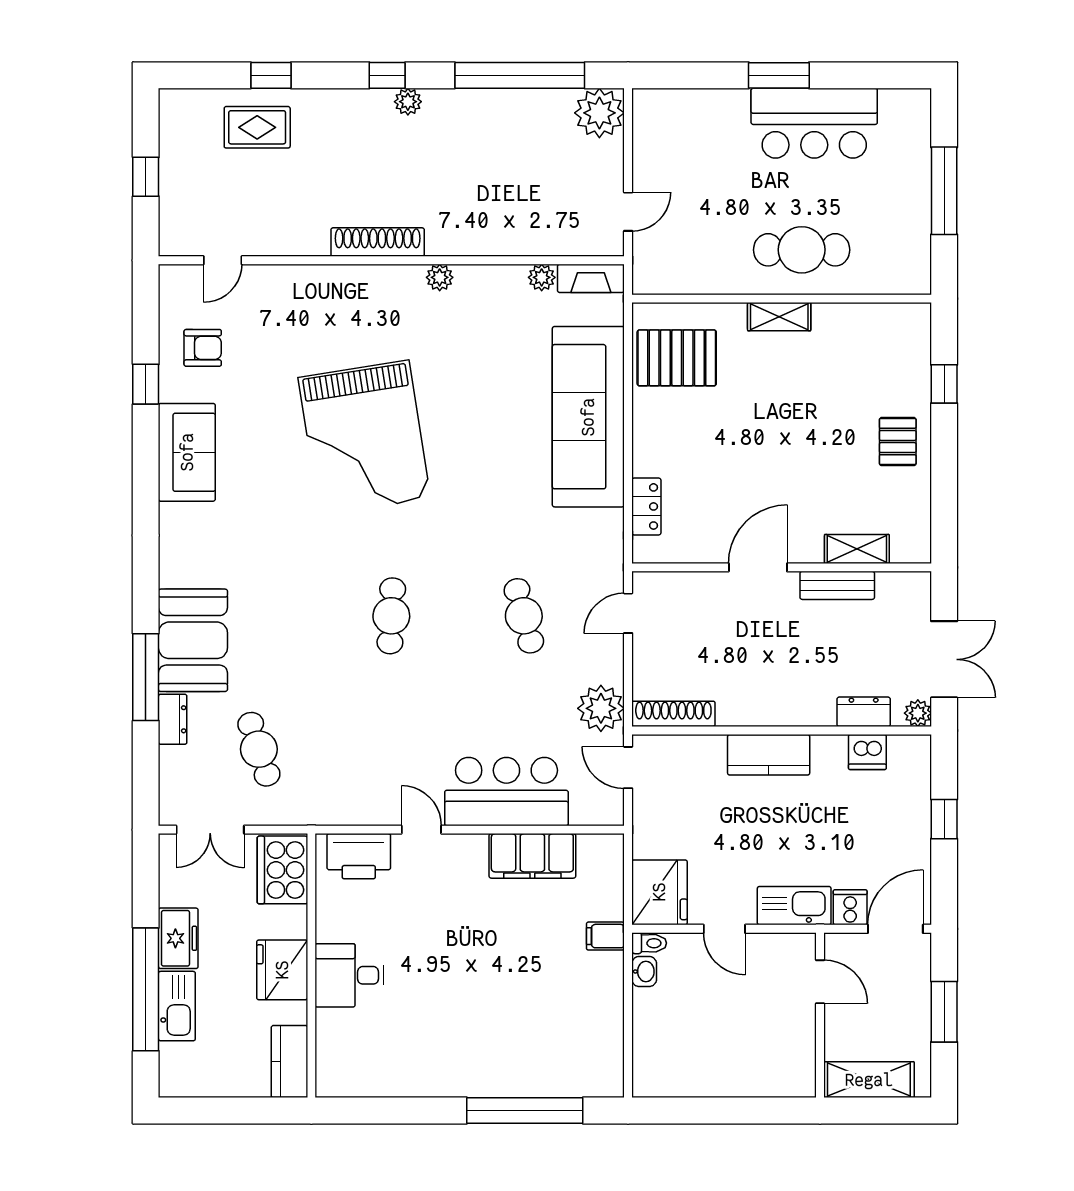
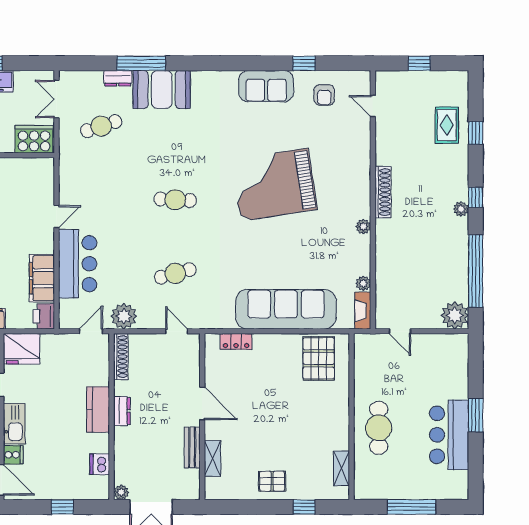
shelving: (779, 317) -> (342, 468), moved
dresser: (864, 712) -> (122, 411), moved
printer: (359, 856) -> (44, 316), moved, width x0.73, depth x0.84

